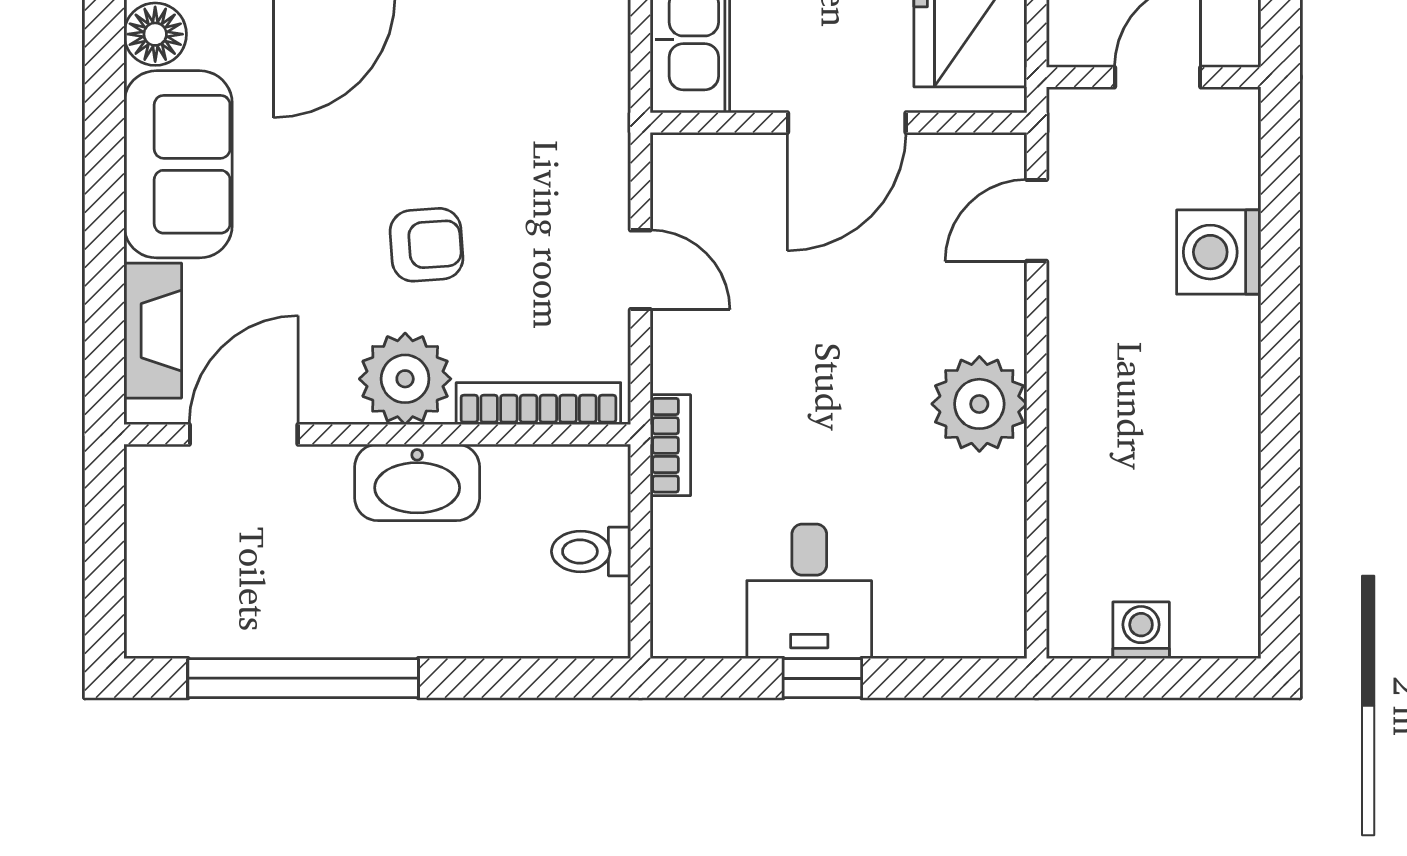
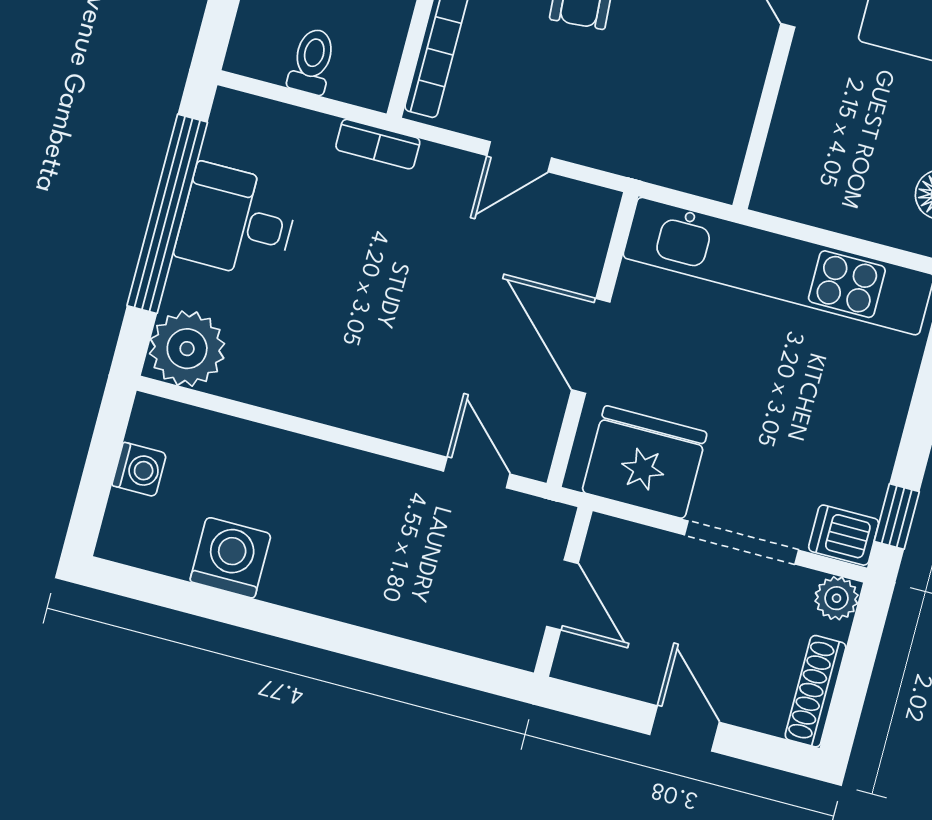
washing machine: (1219, 252) -> (230, 558), moved
plant: (979, 404) -> (187, 349), moved
window: (822, 678) -> (167, 214), width x3.17

